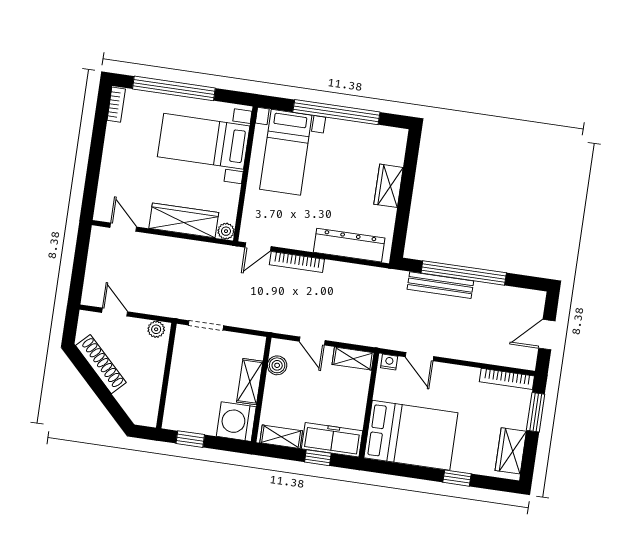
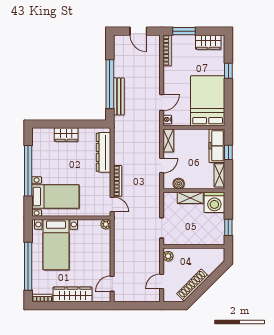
wardrobe: (184, 220) -> (72, 294), moved, turned 90

